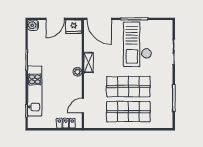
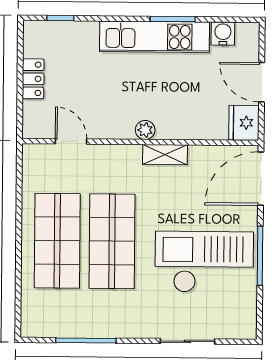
water cooler: (33, 25) -> (223, 34), moved
kitchen unit: (35, 91) -> (155, 37), moved
locker: (66, 123) -> (33, 79), moved

